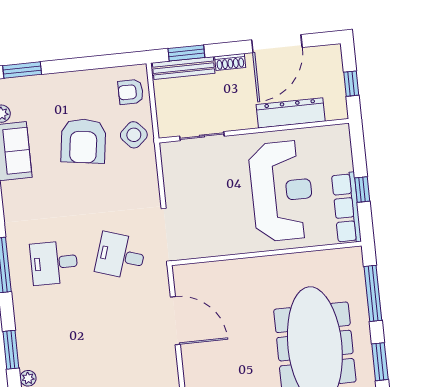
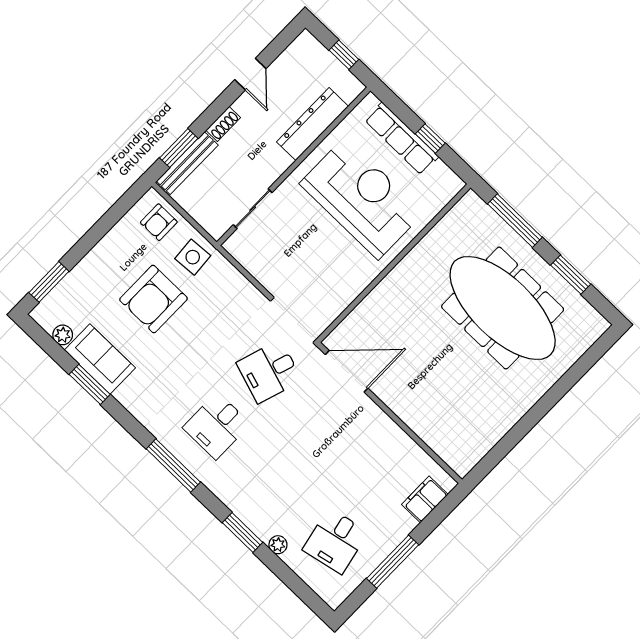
door: (277, 44) -> (250, 74), width x0.53
side table: (134, 135) -> (193, 257), turned 38
armchair: (83, 141) -> (154, 299), turned 82
row of seats: (346, 208) -> (402, 138), moved
door: (175, 321) -> (347, 371), moved

